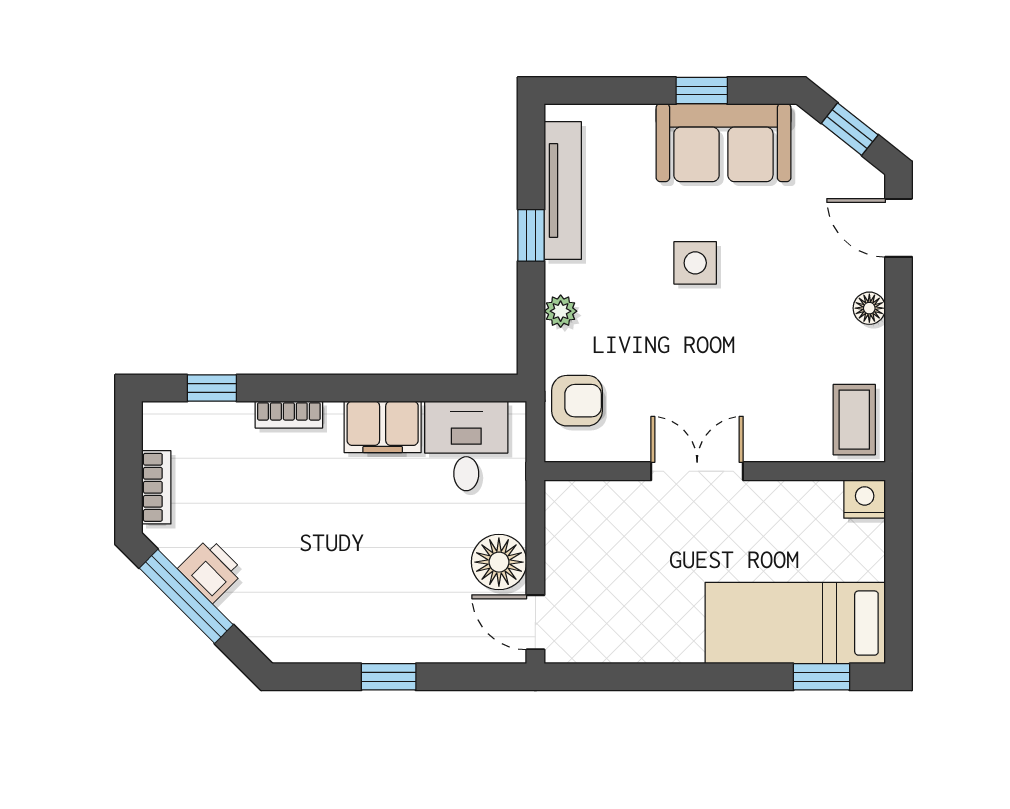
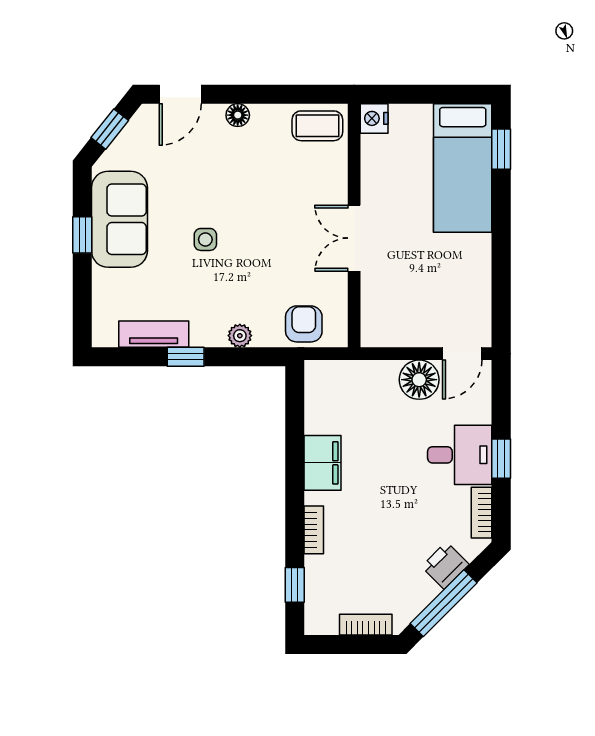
tv unit: (563, 191) -> (154, 334), width x0.71
side table: (695, 263) -> (205, 239), width x0.73, depth x0.73
desk: (466, 446) -> (460, 455), moved, turned 180
printer: (211, 570) -> (445, 565), moved
bookcase: (313, 649) -> (482, 513), added

